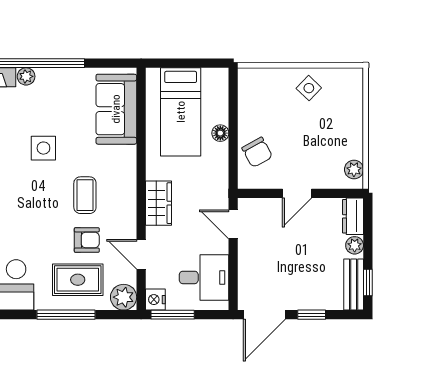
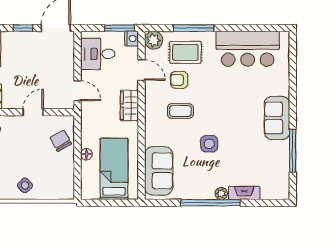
coffee table: (85, 195) -> (180, 111), turned 90

